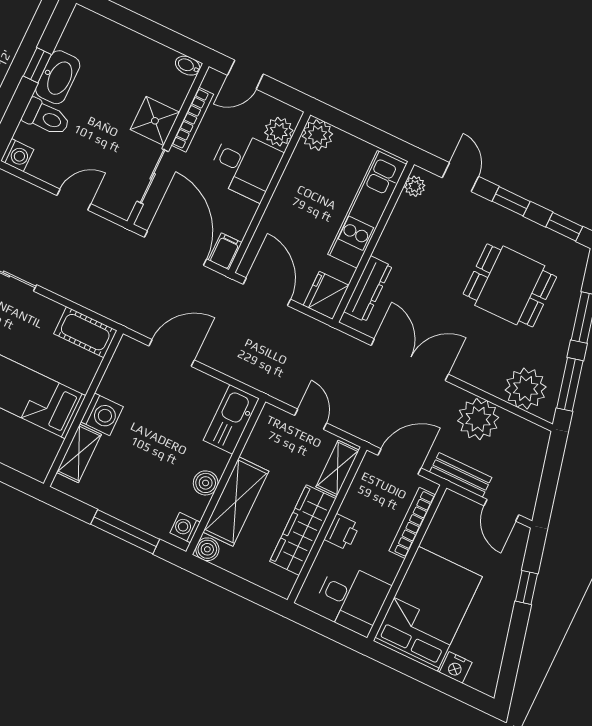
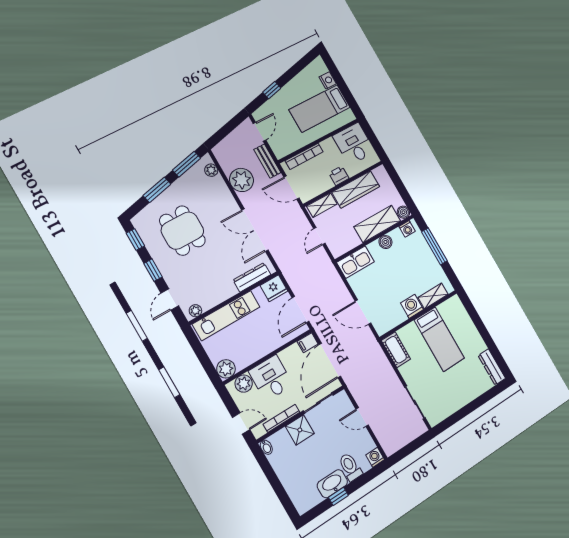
plant: (526, 388) -> (211, 170), width x0.53, depth x0.53
bed: (428, 609) -> (320, 108), width x0.67

